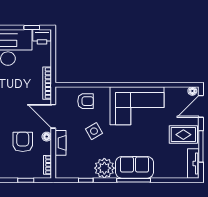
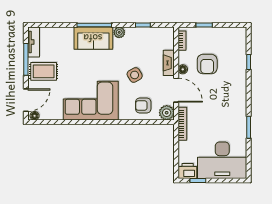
plant: (63, 94) -> (167, 113), added
plant: (104, 168) -> (119, 32), width x0.53, depth x0.53

